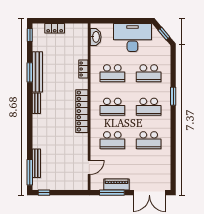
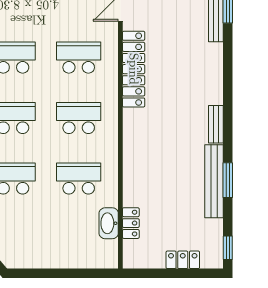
washbasin: (96, 37) -> (109, 223), moved
desk: (132, 37) -> (42, 243), removed
locker: (83, 69) -> (131, 223), moved
locker: (82, 111) -> (134, 69), moved

